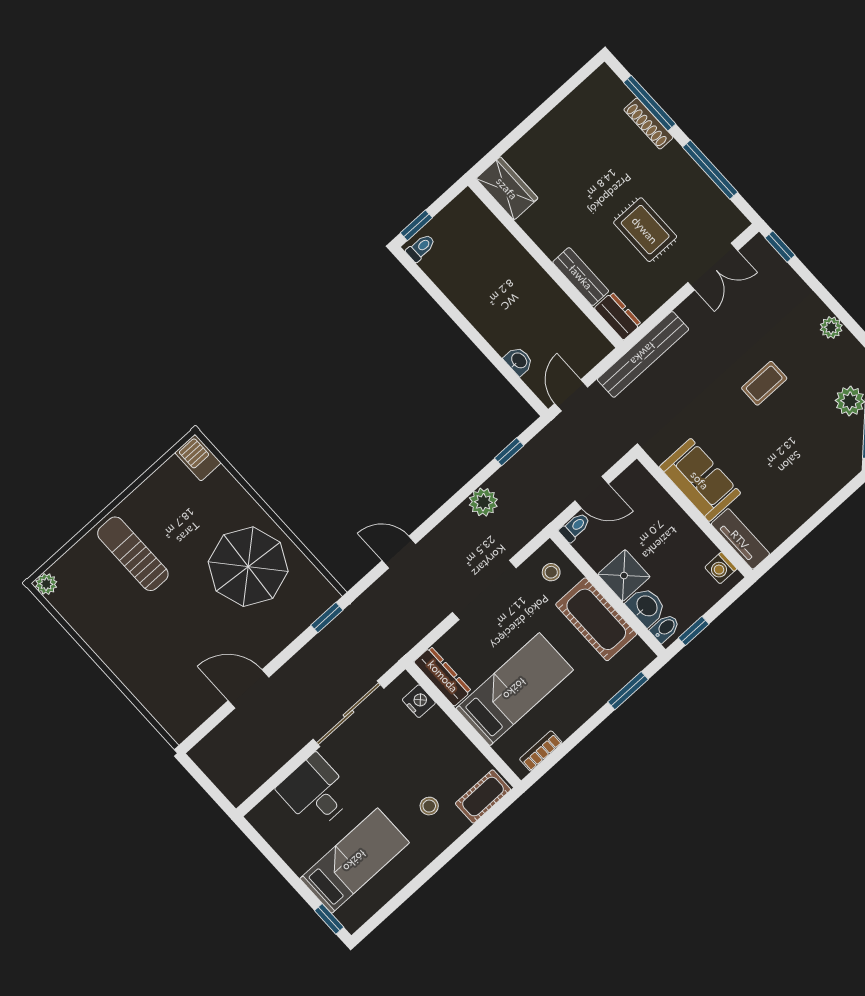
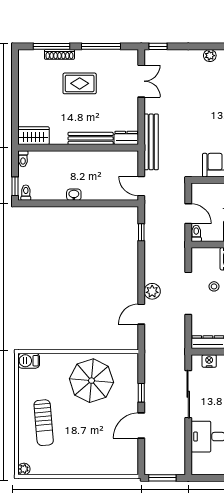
toilet: (463, 202) -> (23, 159), added
rug: (645, 230) -> (80, 83), moved
bench: (581, 277) -> (91, 138), width x1.36
washbasin: (519, 361) -> (74, 195), moved
coffee table: (764, 383) -> (208, 103), removed
door: (592, 492) -> (188, 214), hinge flipped
plant: (483, 502) -> (152, 291), moved
sun lounger: (133, 554) -> (44, 423), turned -95
stool: (551, 572) -> (214, 286), moved
window: (327, 618) -> (141, 393), moved
window: (204, 781) -> (162, 478), added

